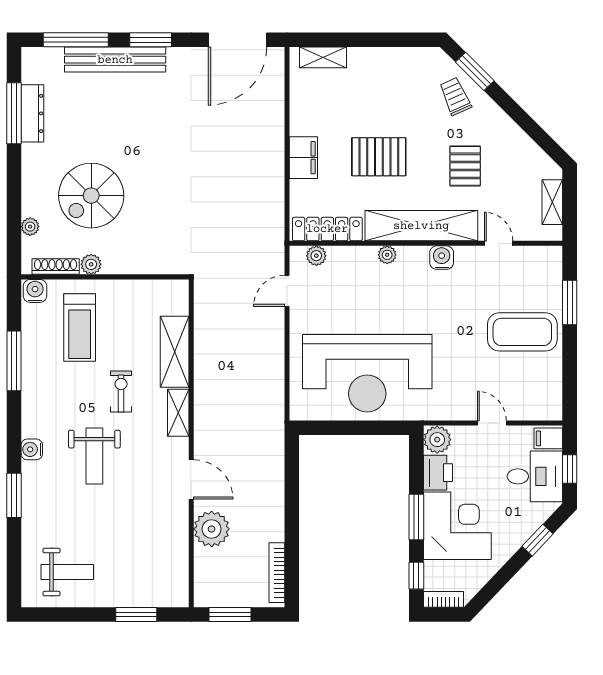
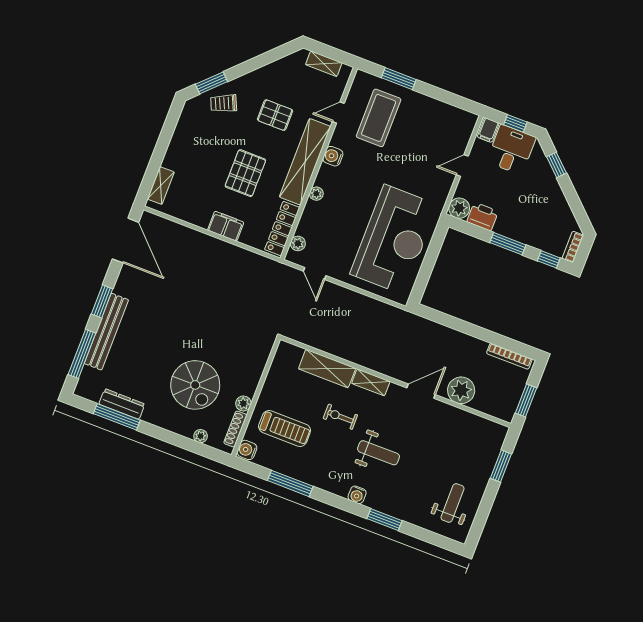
coffee table: (522, 332) -> (379, 118), moved
corner desk: (457, 526) -> (525, 217), removed

